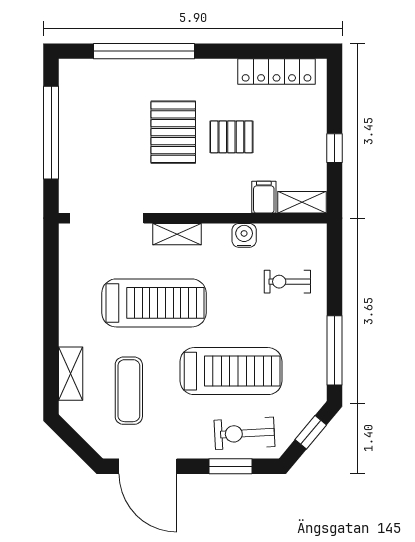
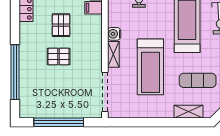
pallet: (173, 132) -> (59, 56), width x0.67, depth x0.71
water cooler: (244, 235) -> (114, 34), moved
treadmill: (154, 303) -> (150, 67), turned 180

